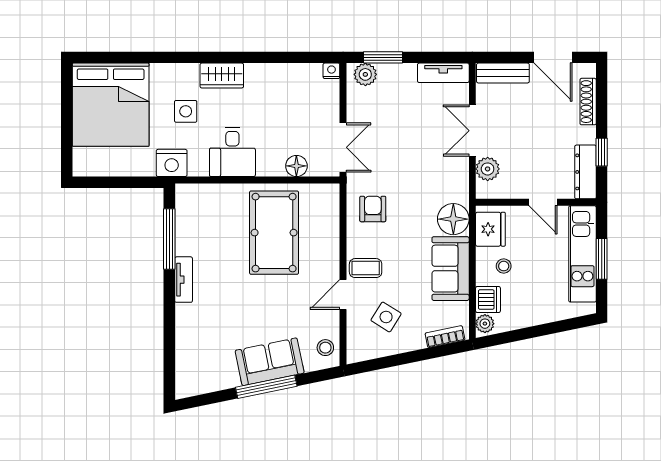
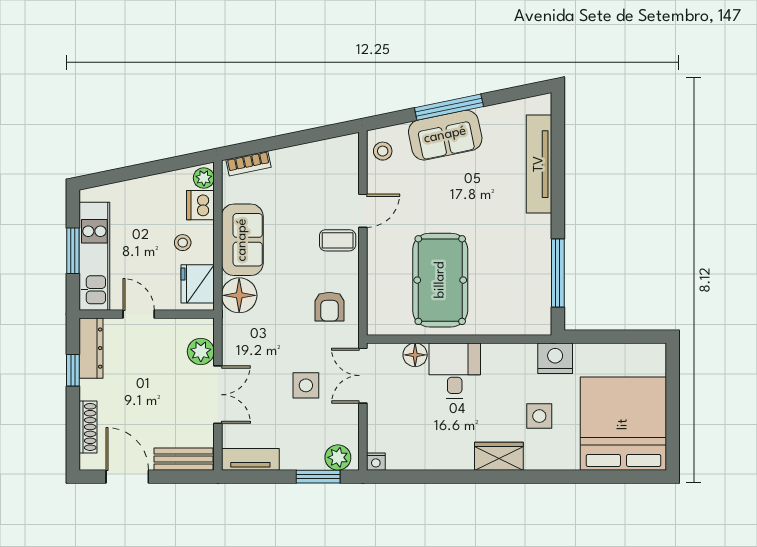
desk: (232, 152) -> (455, 370), moved
tv unit: (184, 280) -> (539, 164), moved, width x1.92, depth x1.29
side table: (386, 317) -> (306, 385), moved, turned -32

